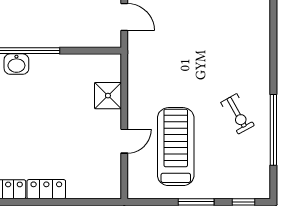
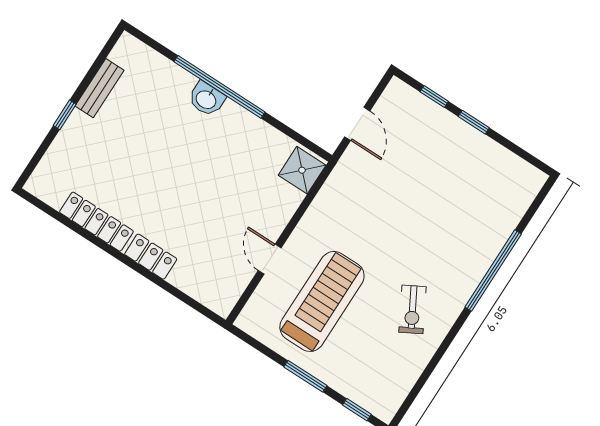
shower: (108, 96) -> (302, 170), moved
window: (273, 130) -> (493, 271), moved
door: (124, 141) -> (270, 259), swing flipped

